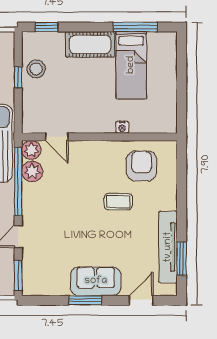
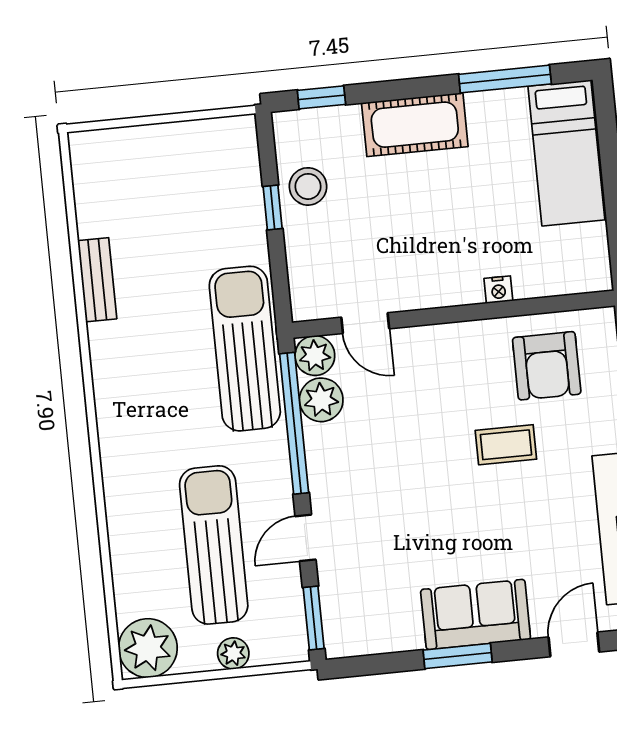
bed: (131, 65) -> (566, 153), moved
armchair: (142, 166) -> (547, 366), turned 180

